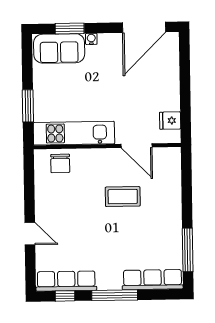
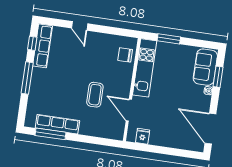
door: (137, 146) -> (129, 110), hinge flipped
door: (30, 234) -> (80, 26), hinge flipped
row of seats: (153, 280) -> (57, 124), moved, turned -90

